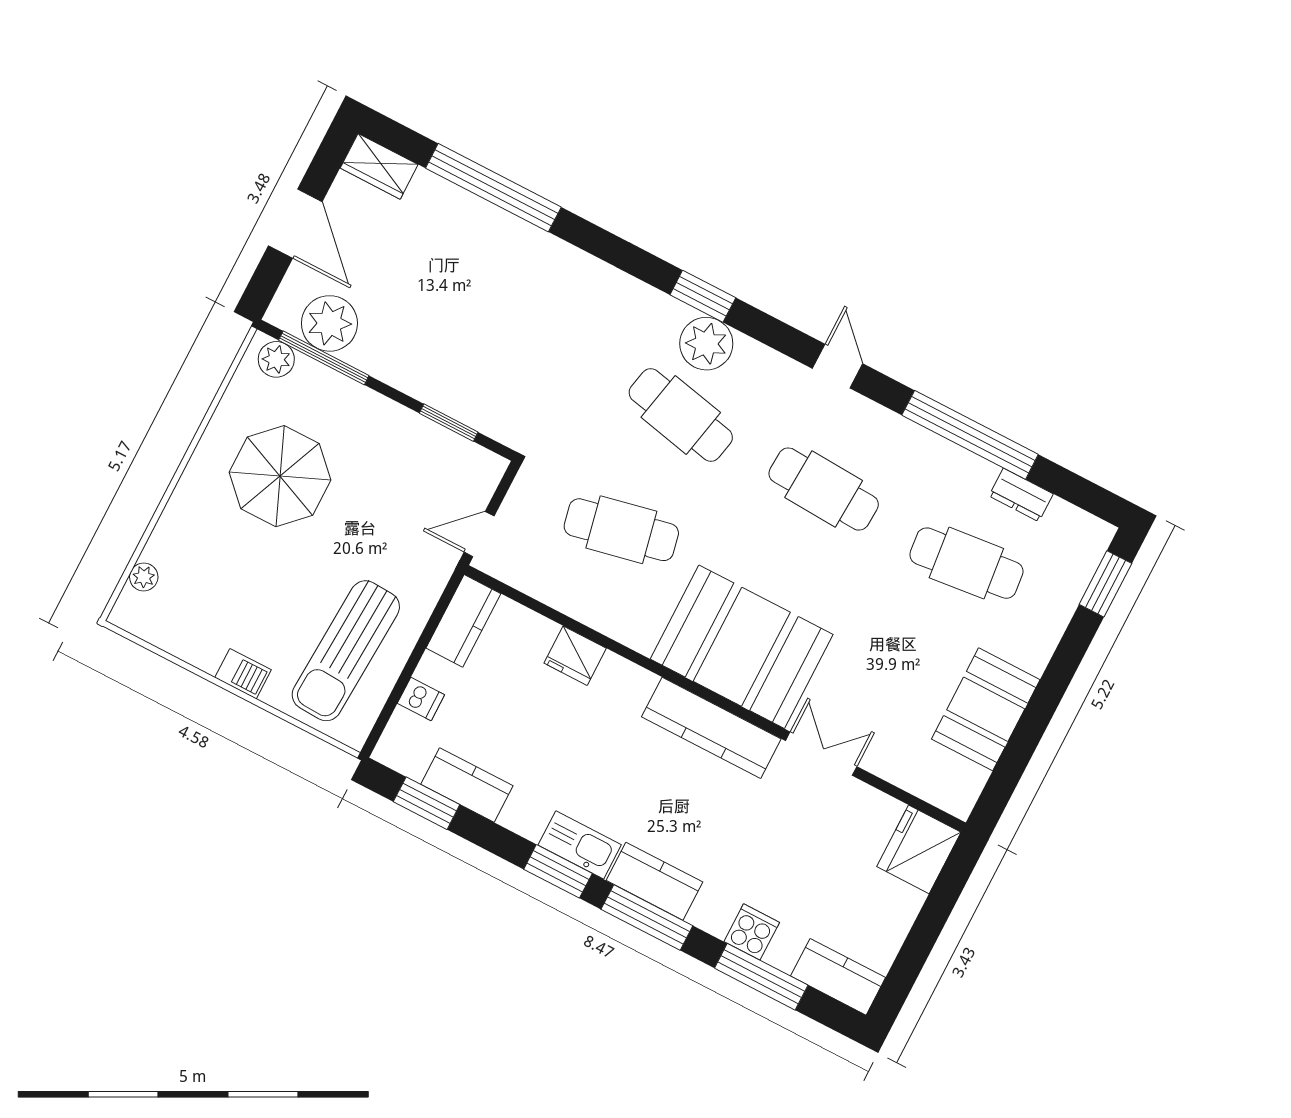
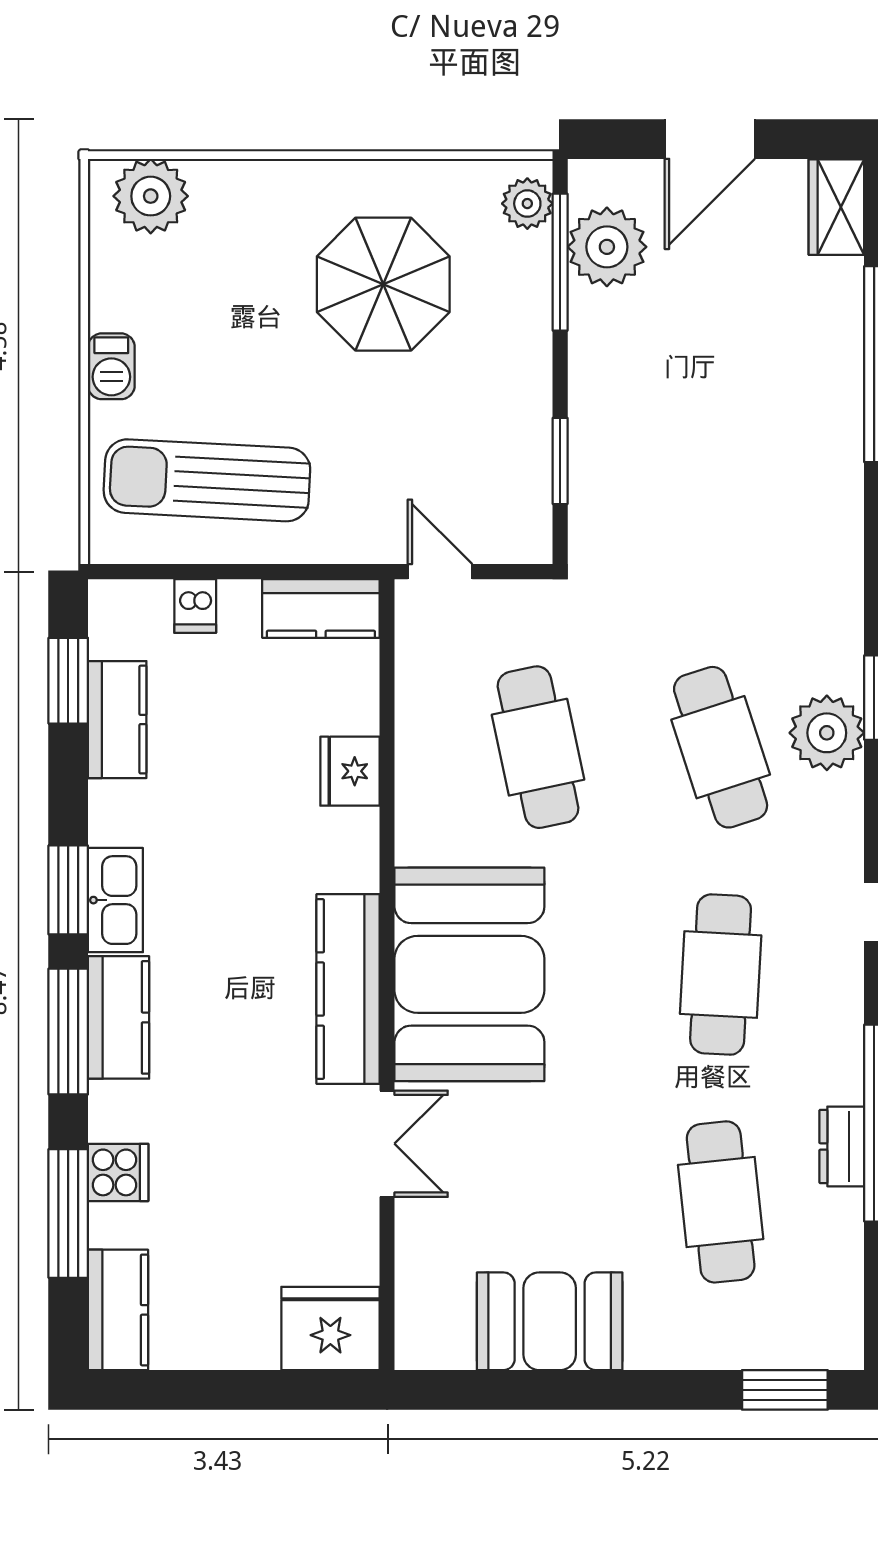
cafe table: (681, 415) -> (721, 747), turned -30
dresser: (1021, 495) -> (842, 1146), moved
plant: (144, 577) -> (151, 196), width x1.87, depth x1.87

